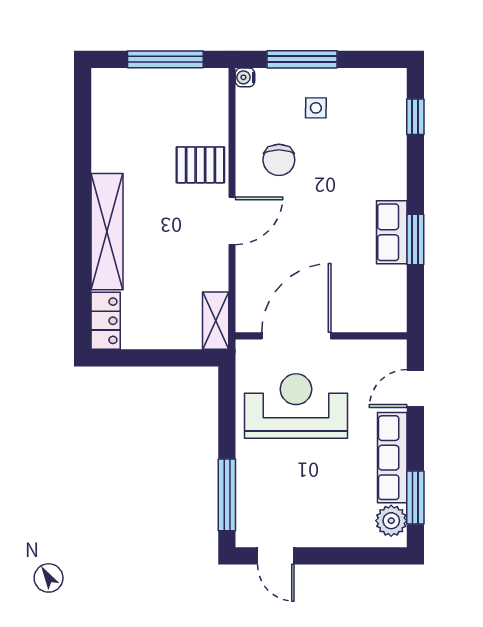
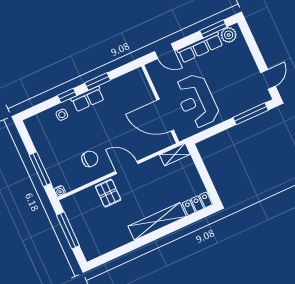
side table: (316, 108) -> (62, 115), moved
window: (415, 117) -> (67, 96), moved
row of seats: (392, 232) -> (88, 99), moved

